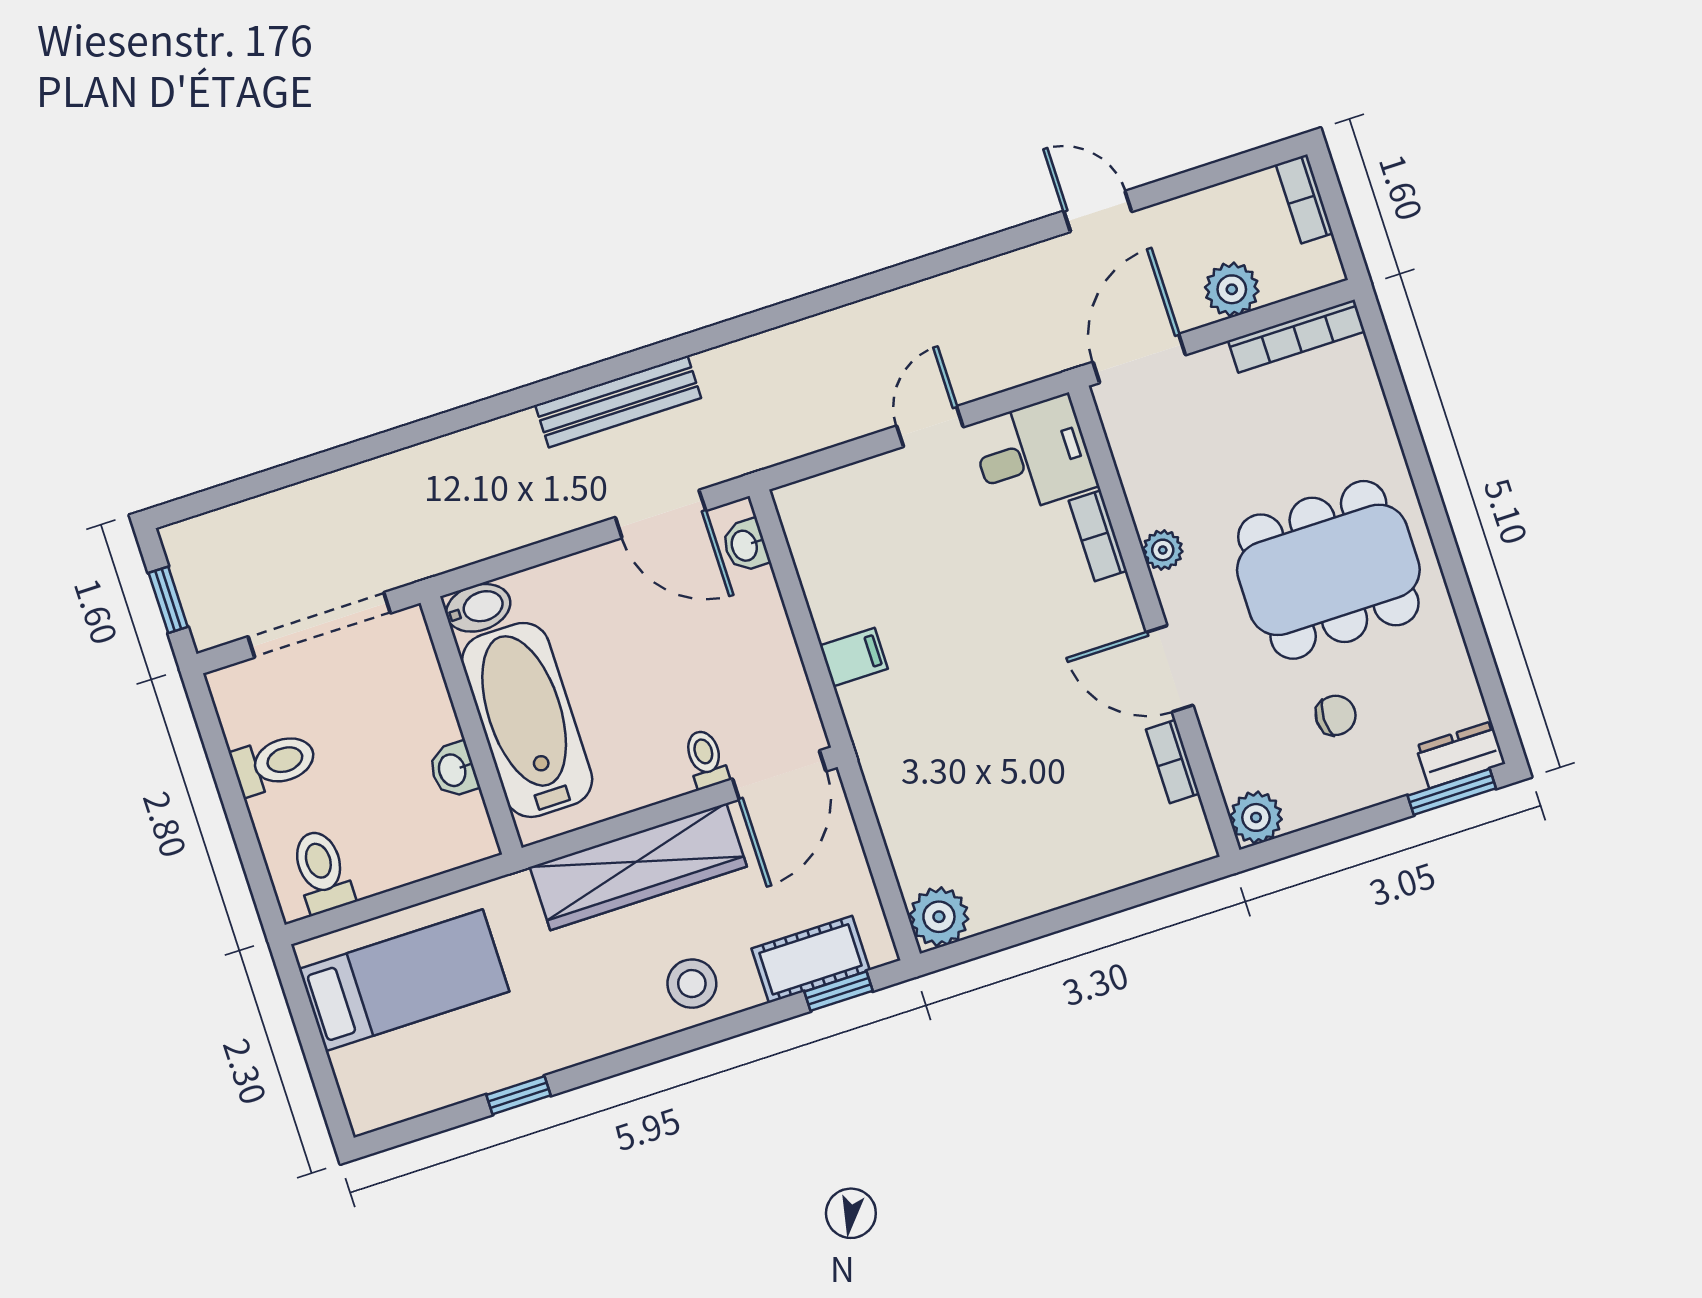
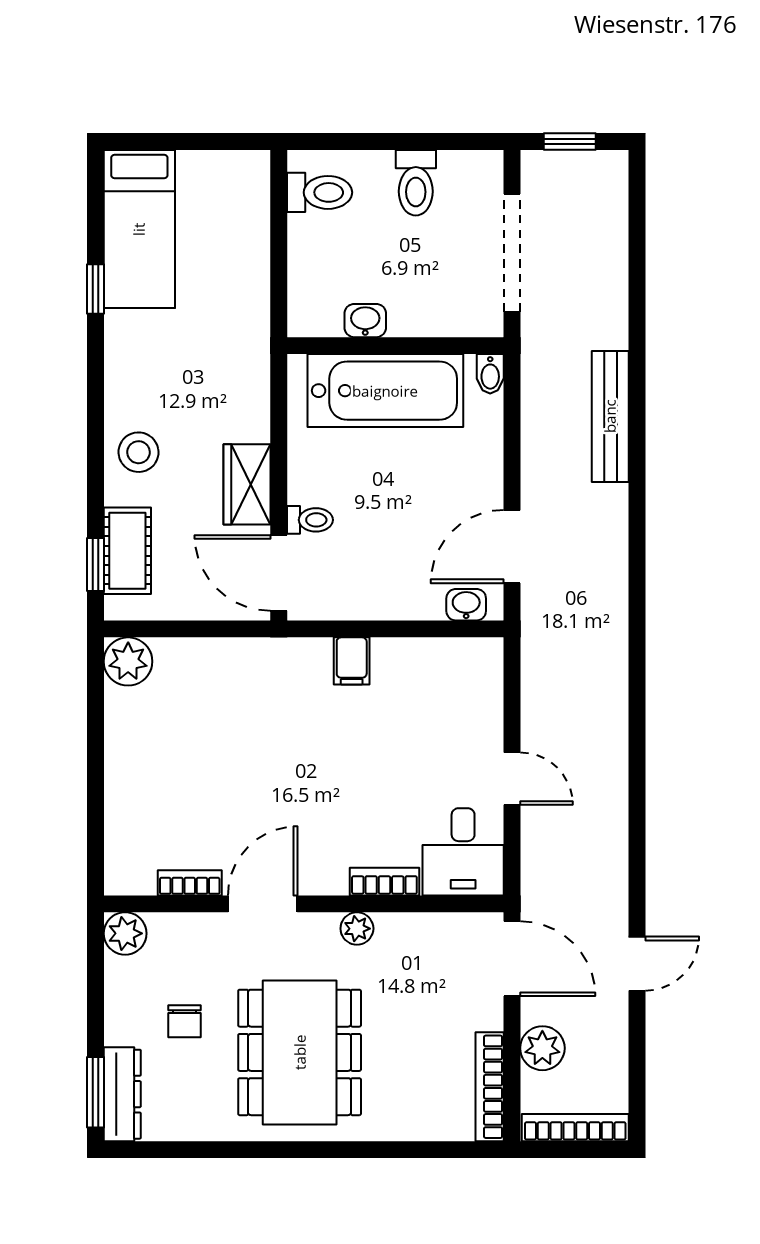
bookcase: (1304, 199) -> (575, 1128), width x1.56
bench: (618, 402) -> (610, 416), moved
bidet: (478, 608) -> (490, 374), width x0.72, depth x0.74
dresser: (1460, 755) -> (122, 1094), width x1.44
wardrobe: (638, 867) -> (247, 484), width x0.48, depth x0.85
bed: (404, 980) -> (139, 229), moved

